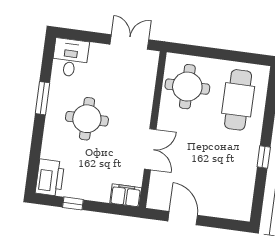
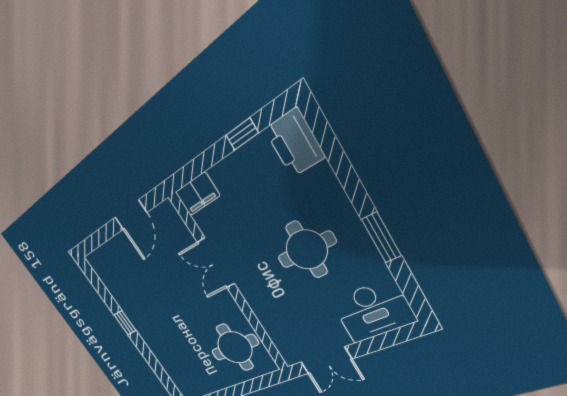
desk: (70, 58) -> (373, 311), width x1.37
cafe table: (238, 100) -> (185, 360), removed
door: (183, 218) -> (131, 215), hinge flipped

